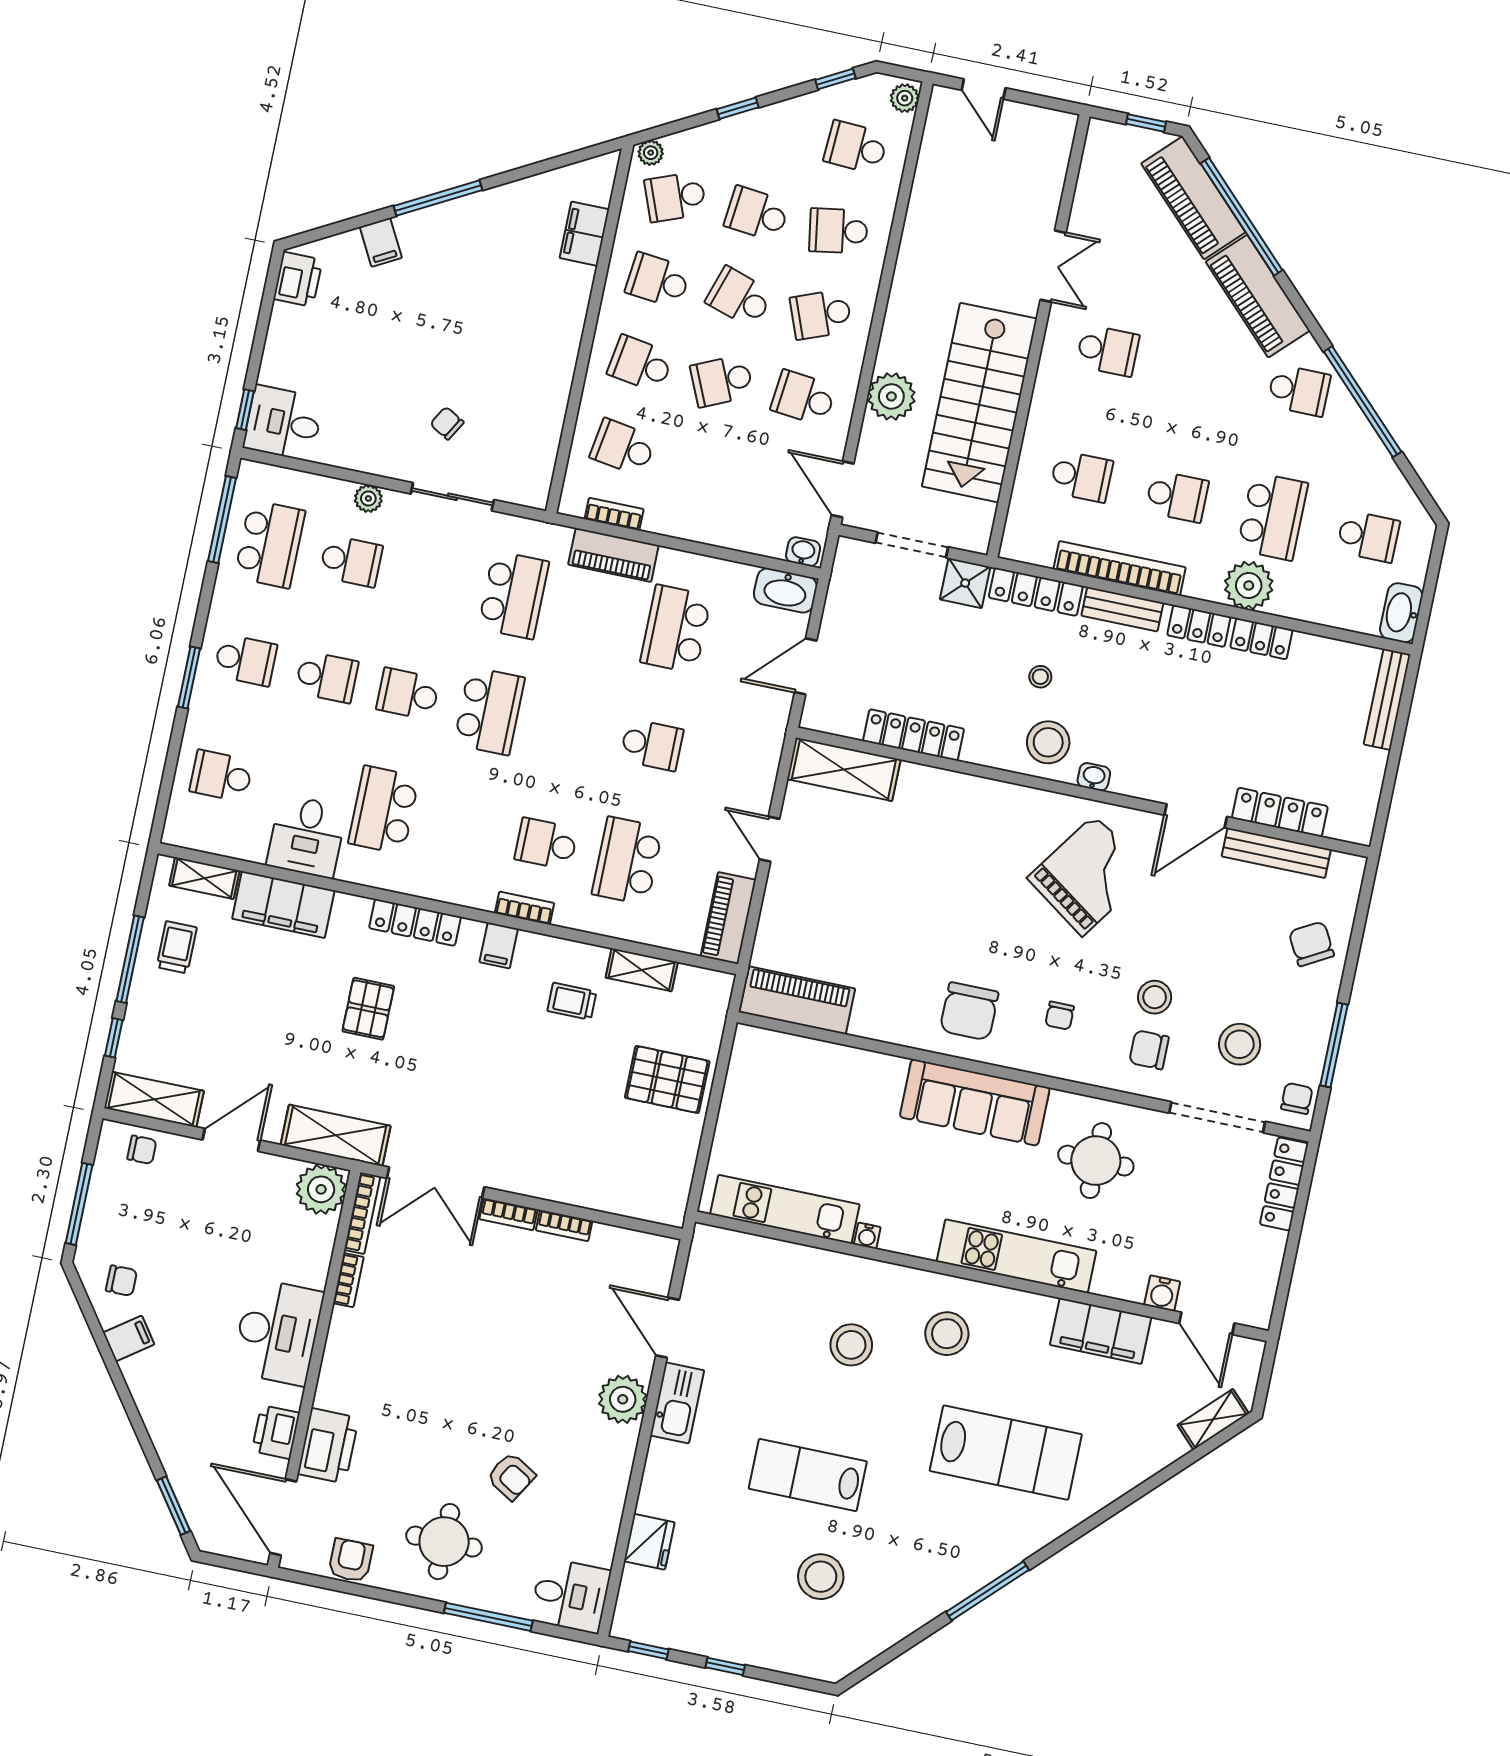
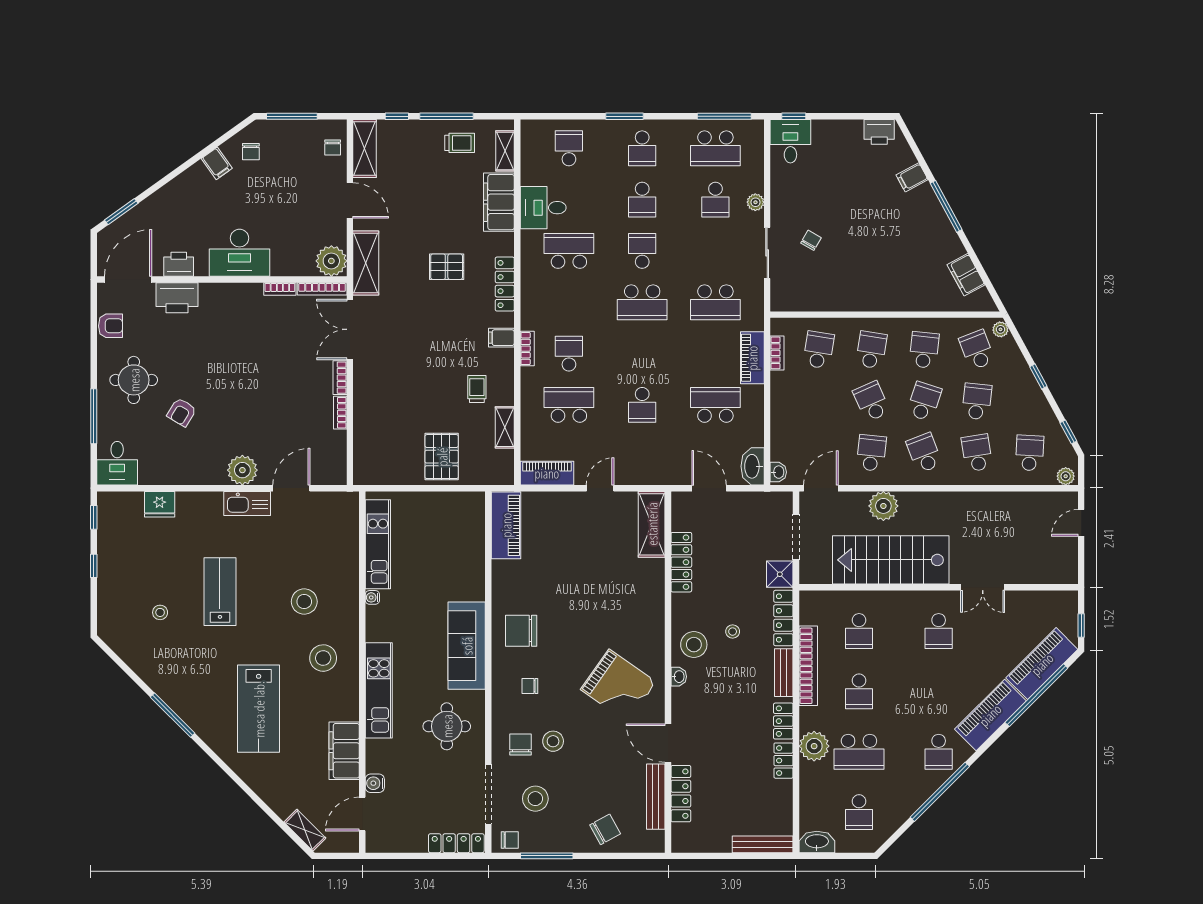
filing cabinet: (584, 234) -> (966, 275), moved, turned -118
stool: (821, 1577) -> (160, 612), width x0.53, depth x0.53

